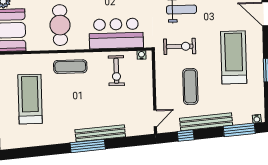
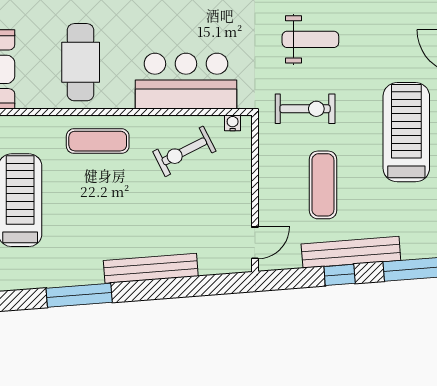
exercise bike: (116, 71) -> (184, 151), turned 63
window: (186, 136) -> (340, 275), moved
window: (88, 146) -> (79, 295), moved

